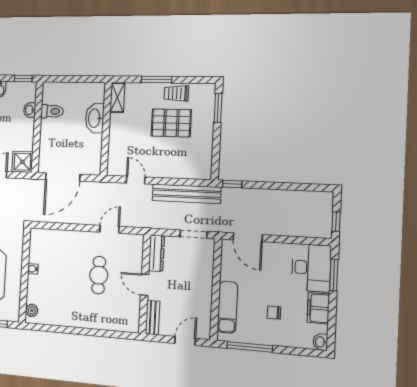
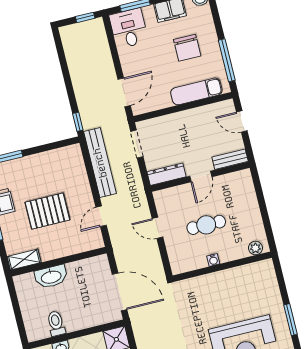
pallet: (171, 123) -> (47, 211), moved, turned 90
desk: (311, 268) -> (129, 28), width x0.73
water cooler: (33, 269) -> (213, 260), moved
wall: (25, 275) -> (222, 267), moved
plant: (32, 310) -> (255, 248), moved
chair: (274, 313) -> (187, 48), width x1.87, depth x1.87

